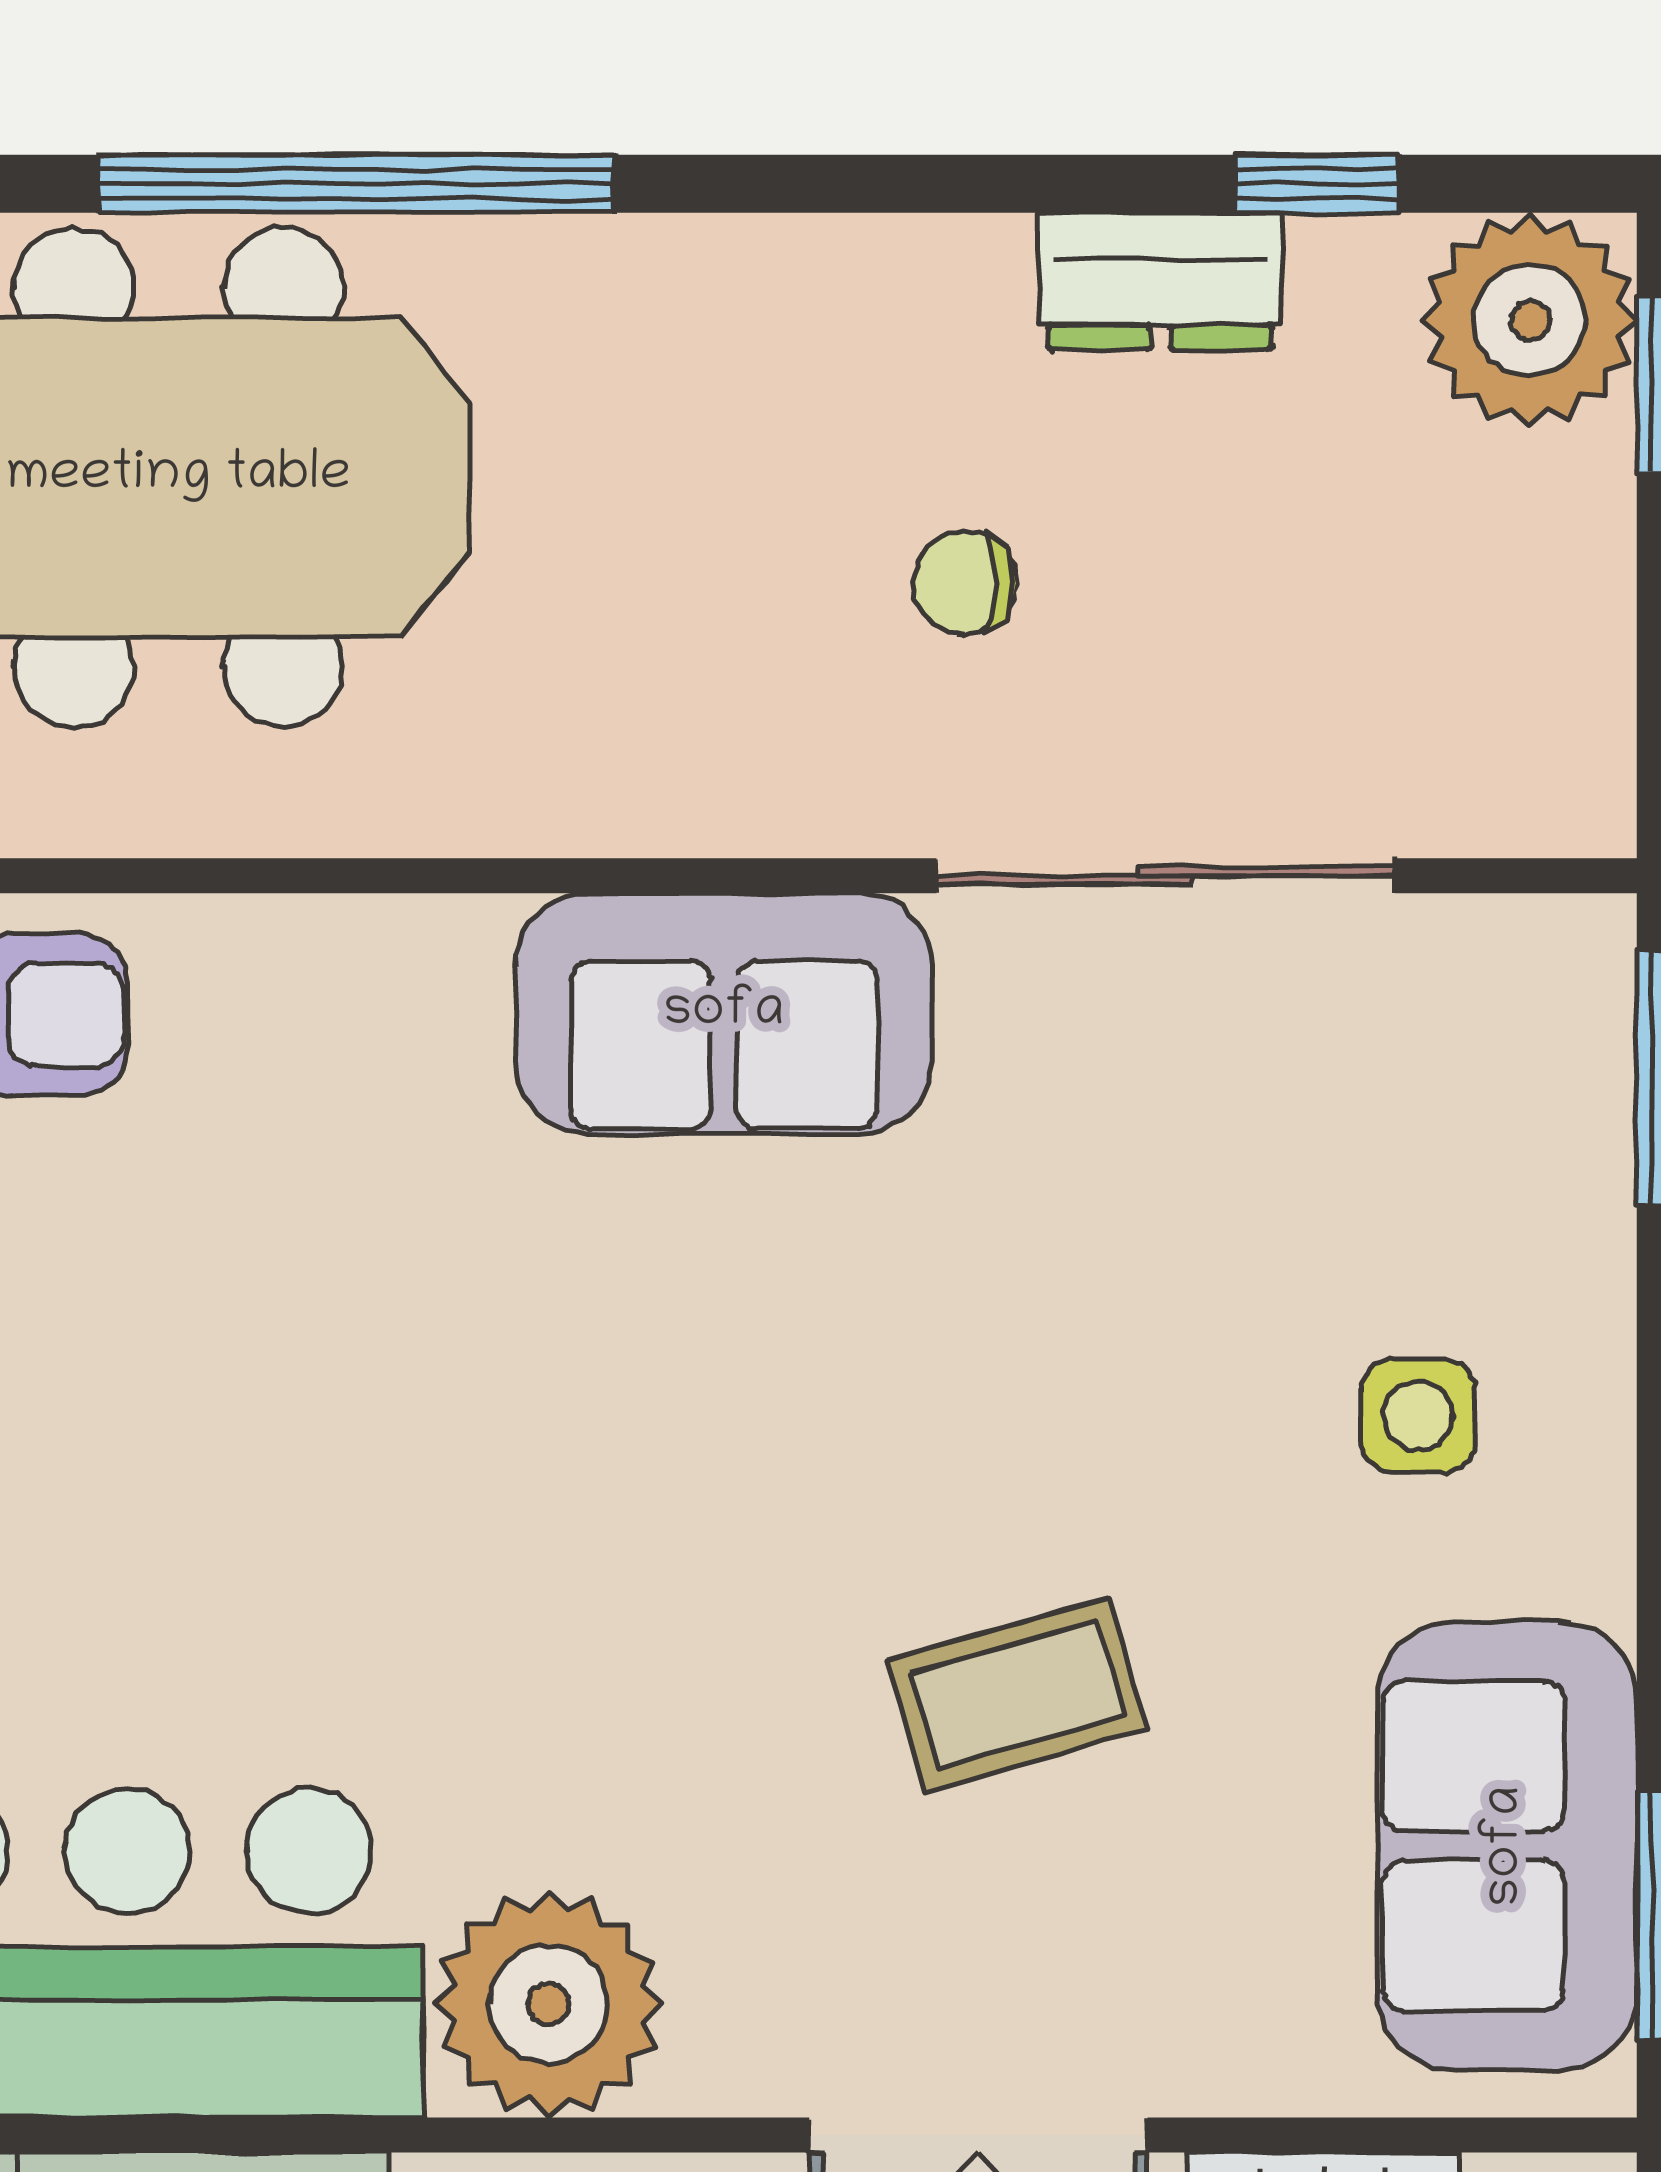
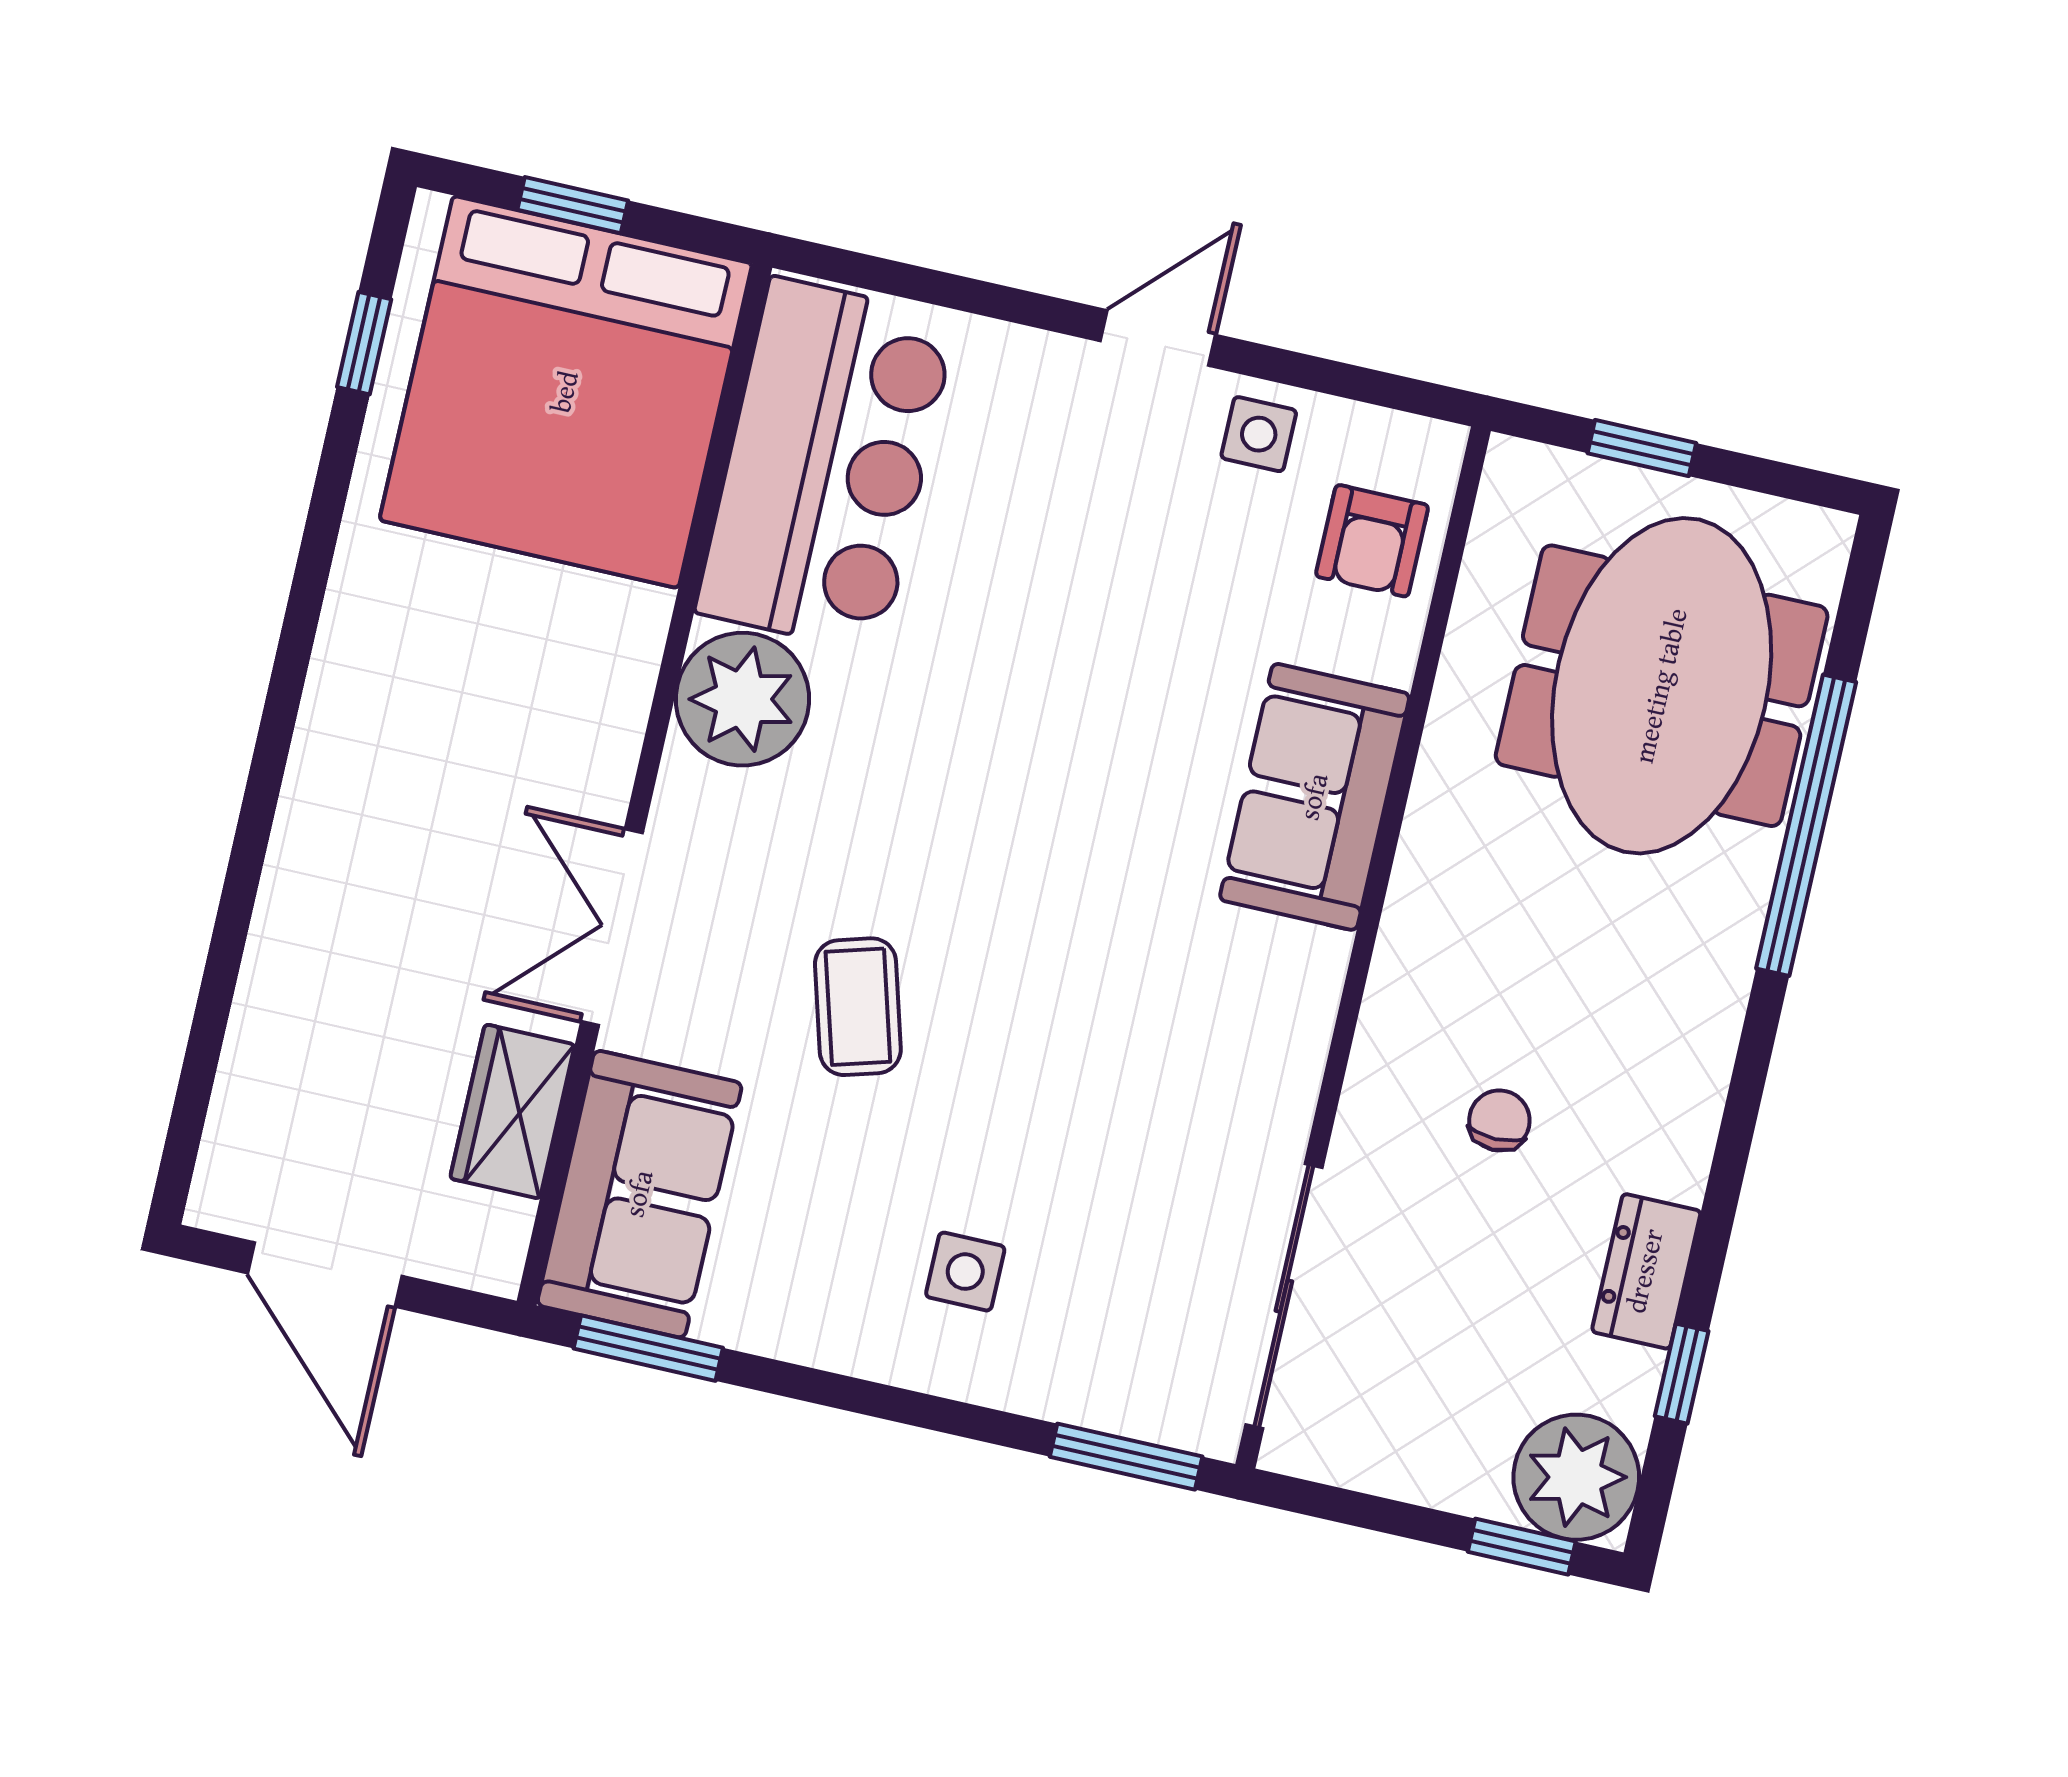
sliding door: (1166, 876) -> (1284, 1296), moved
sofa: (724, 1013) -> (1315, 797), moved
sofa: (1507, 1846) -> (640, 1194), moved, turned 90

